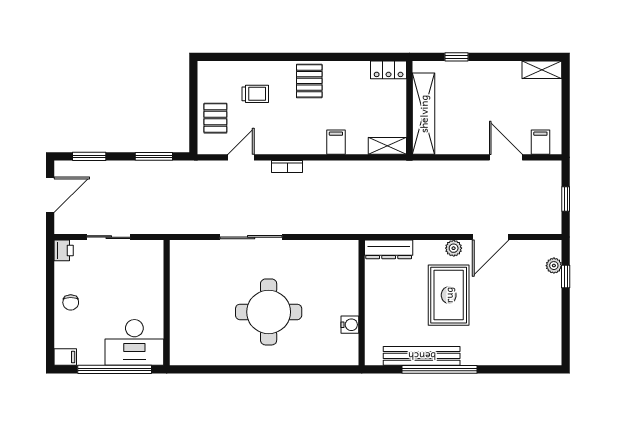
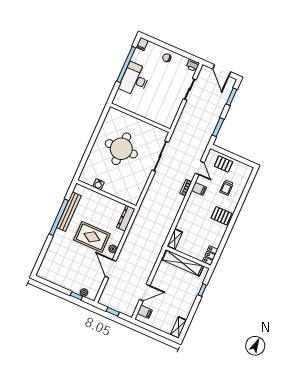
filing cabinet: (336, 142) -> (199, 189), moved
wall: (167, 303) -> (140, 118), moved

